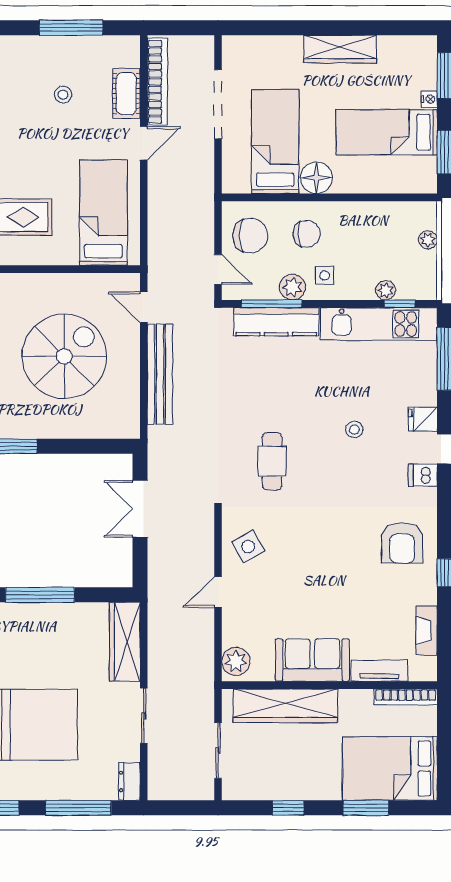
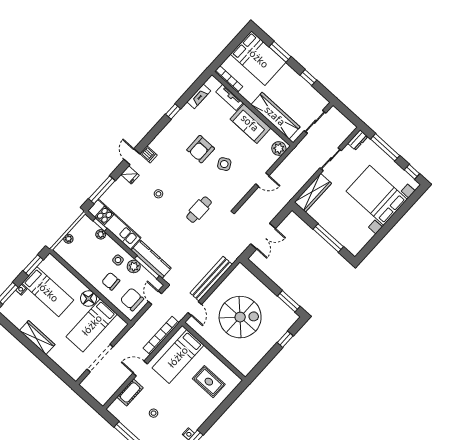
bookcase: (157, 82) -> (161, 335), moved
spiral stairs: (64, 356) -> (240, 317), turned 180
armchair: (402, 543) -> (201, 149), moved, turned 180
side table: (248, 546) -> (224, 164), moved

